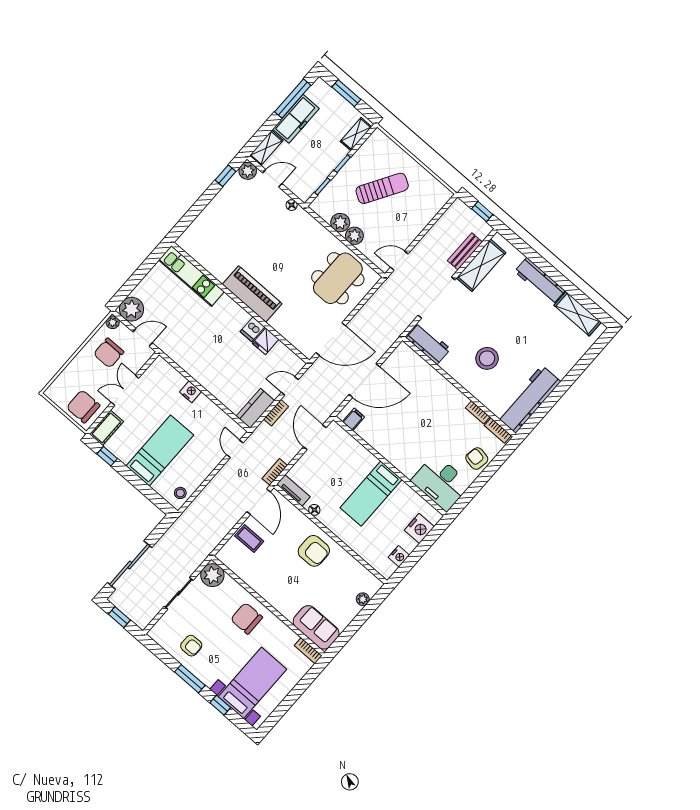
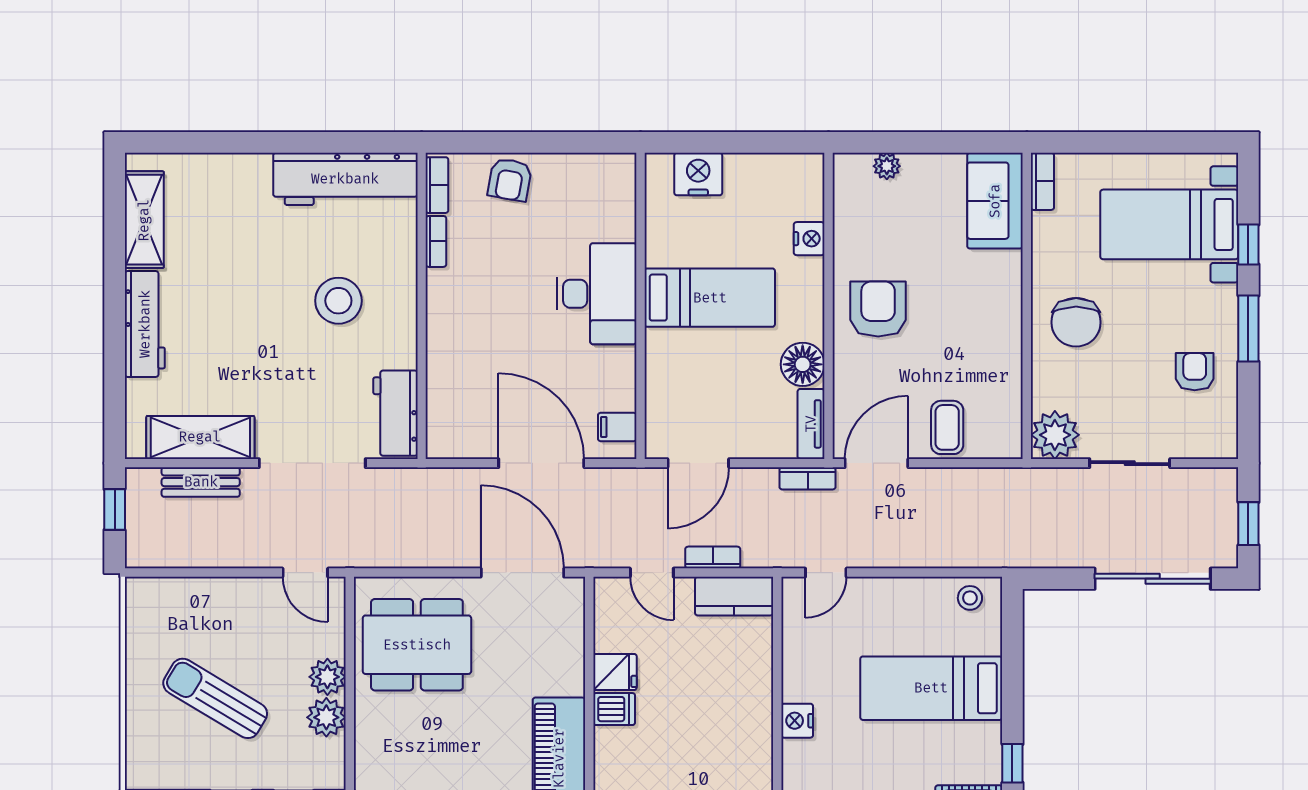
desk: (441, 482) -> (597, 294), moved
floor lamp: (314, 510) -> (803, 364), width x1.89, depth x1.89
nightstand: (399, 556) -> (809, 239), moved, turned 90

